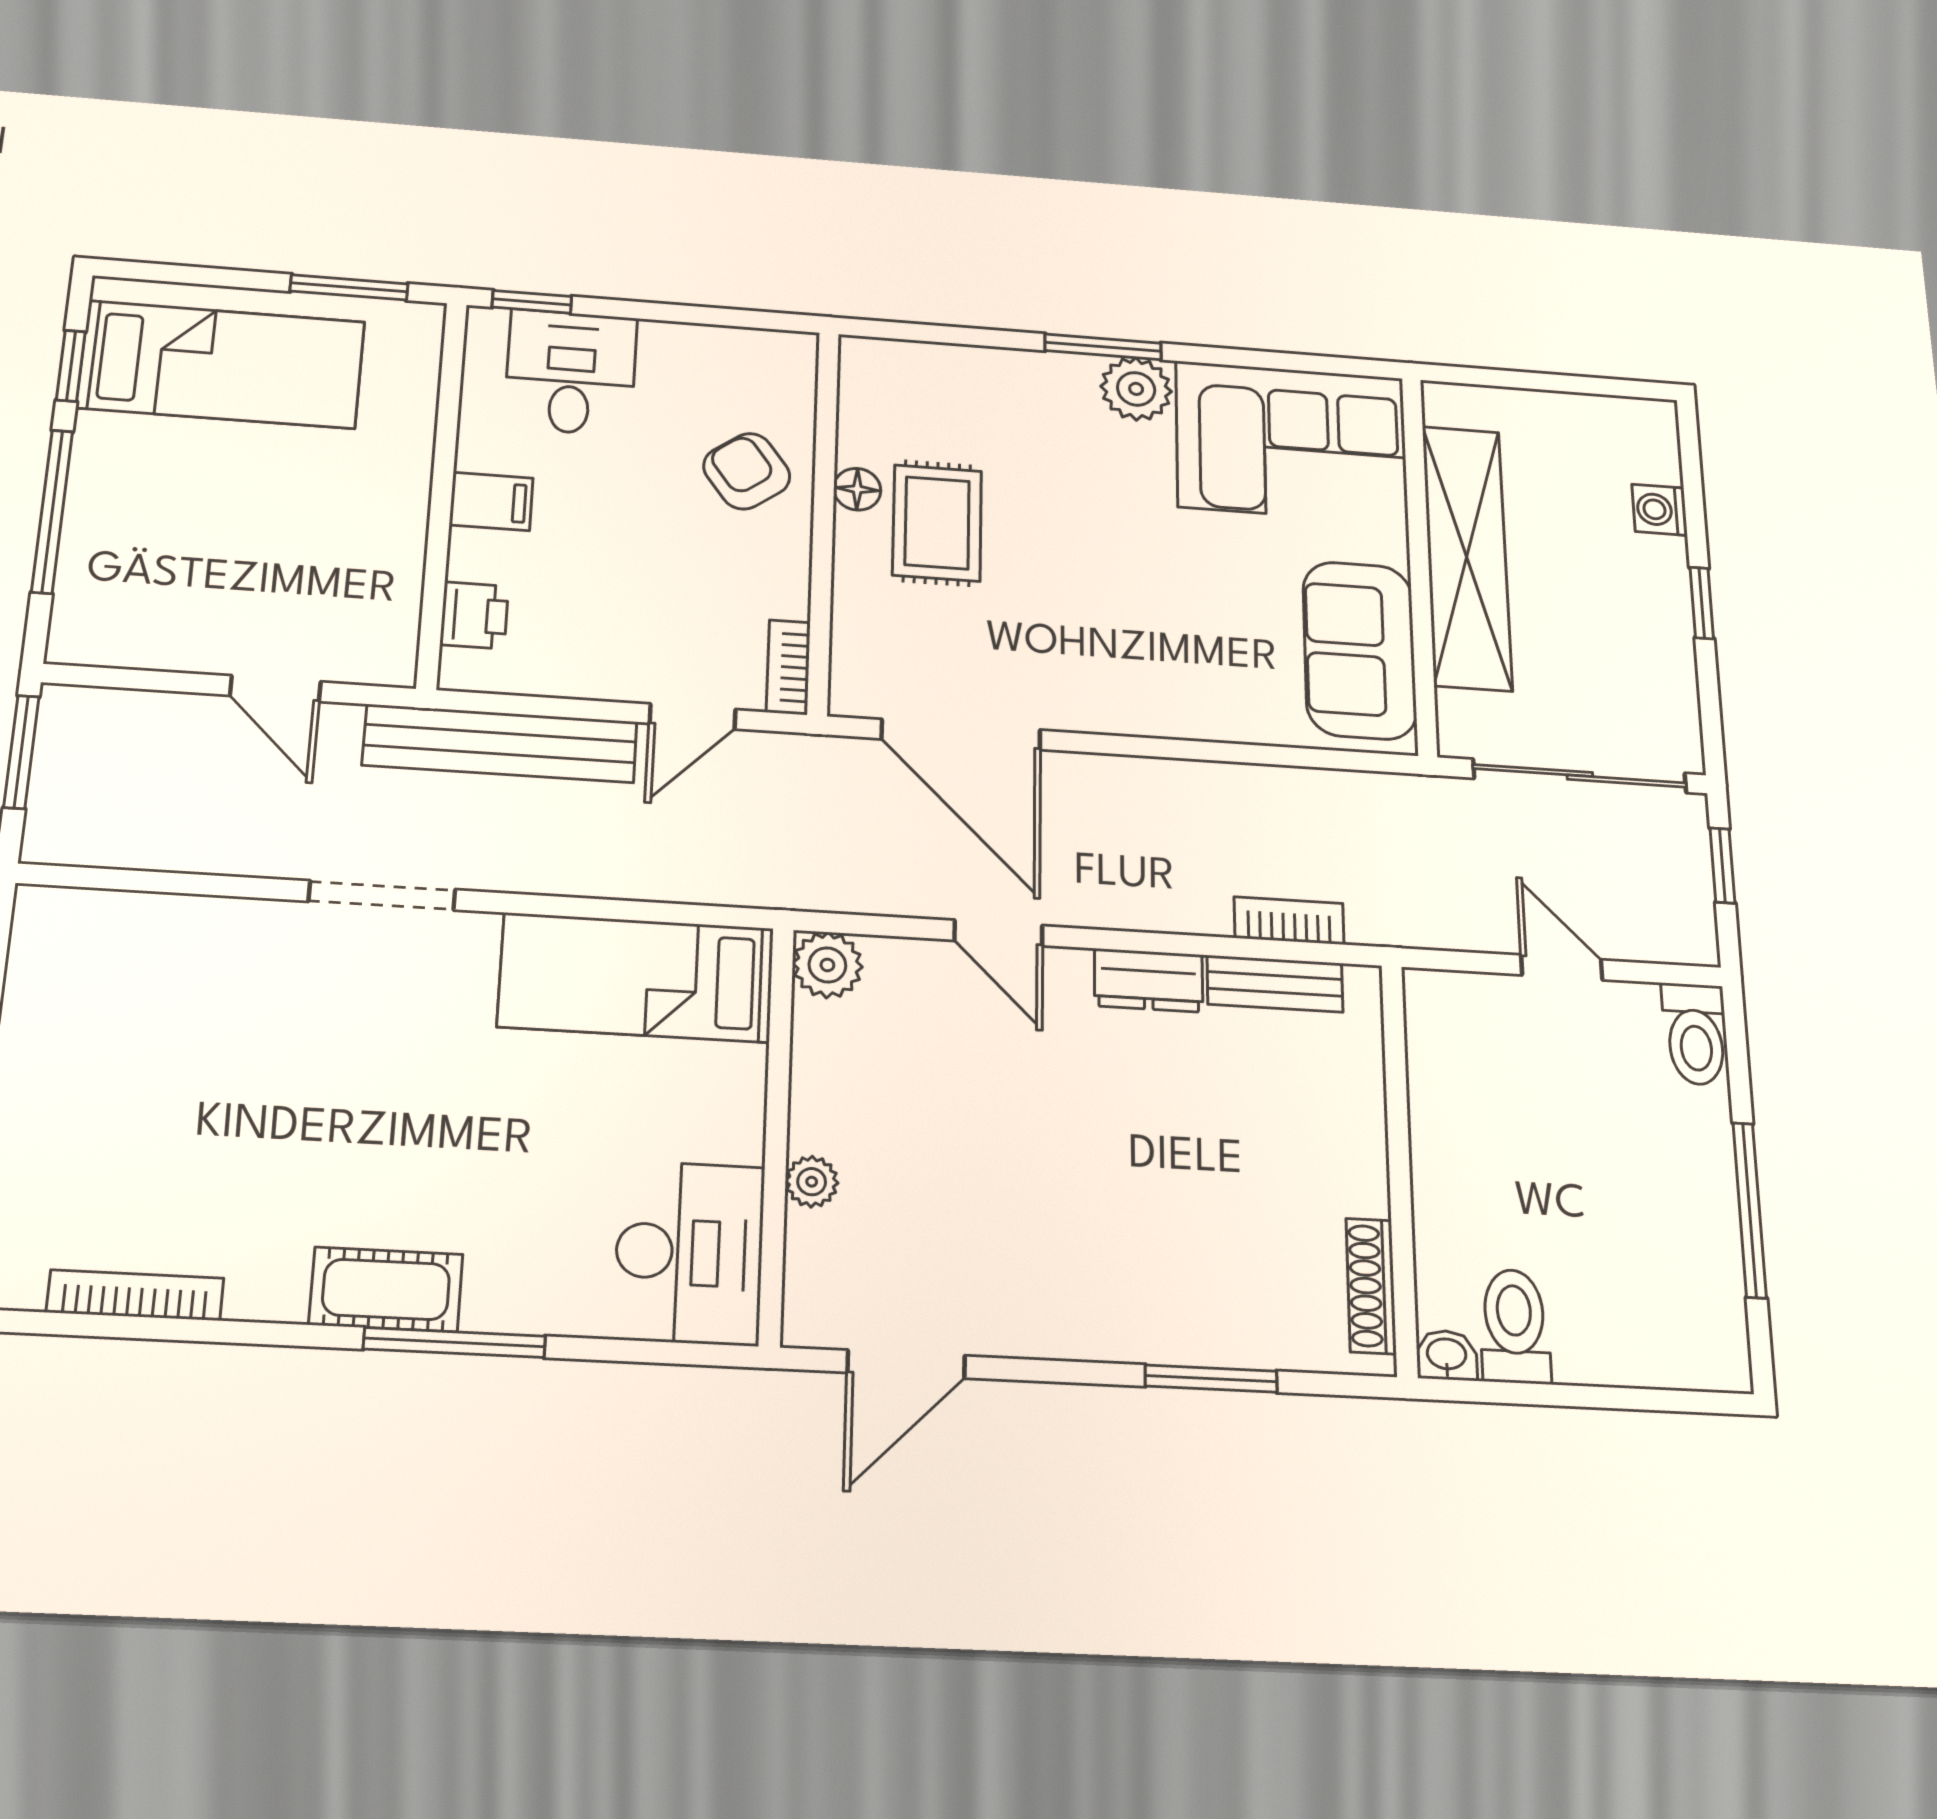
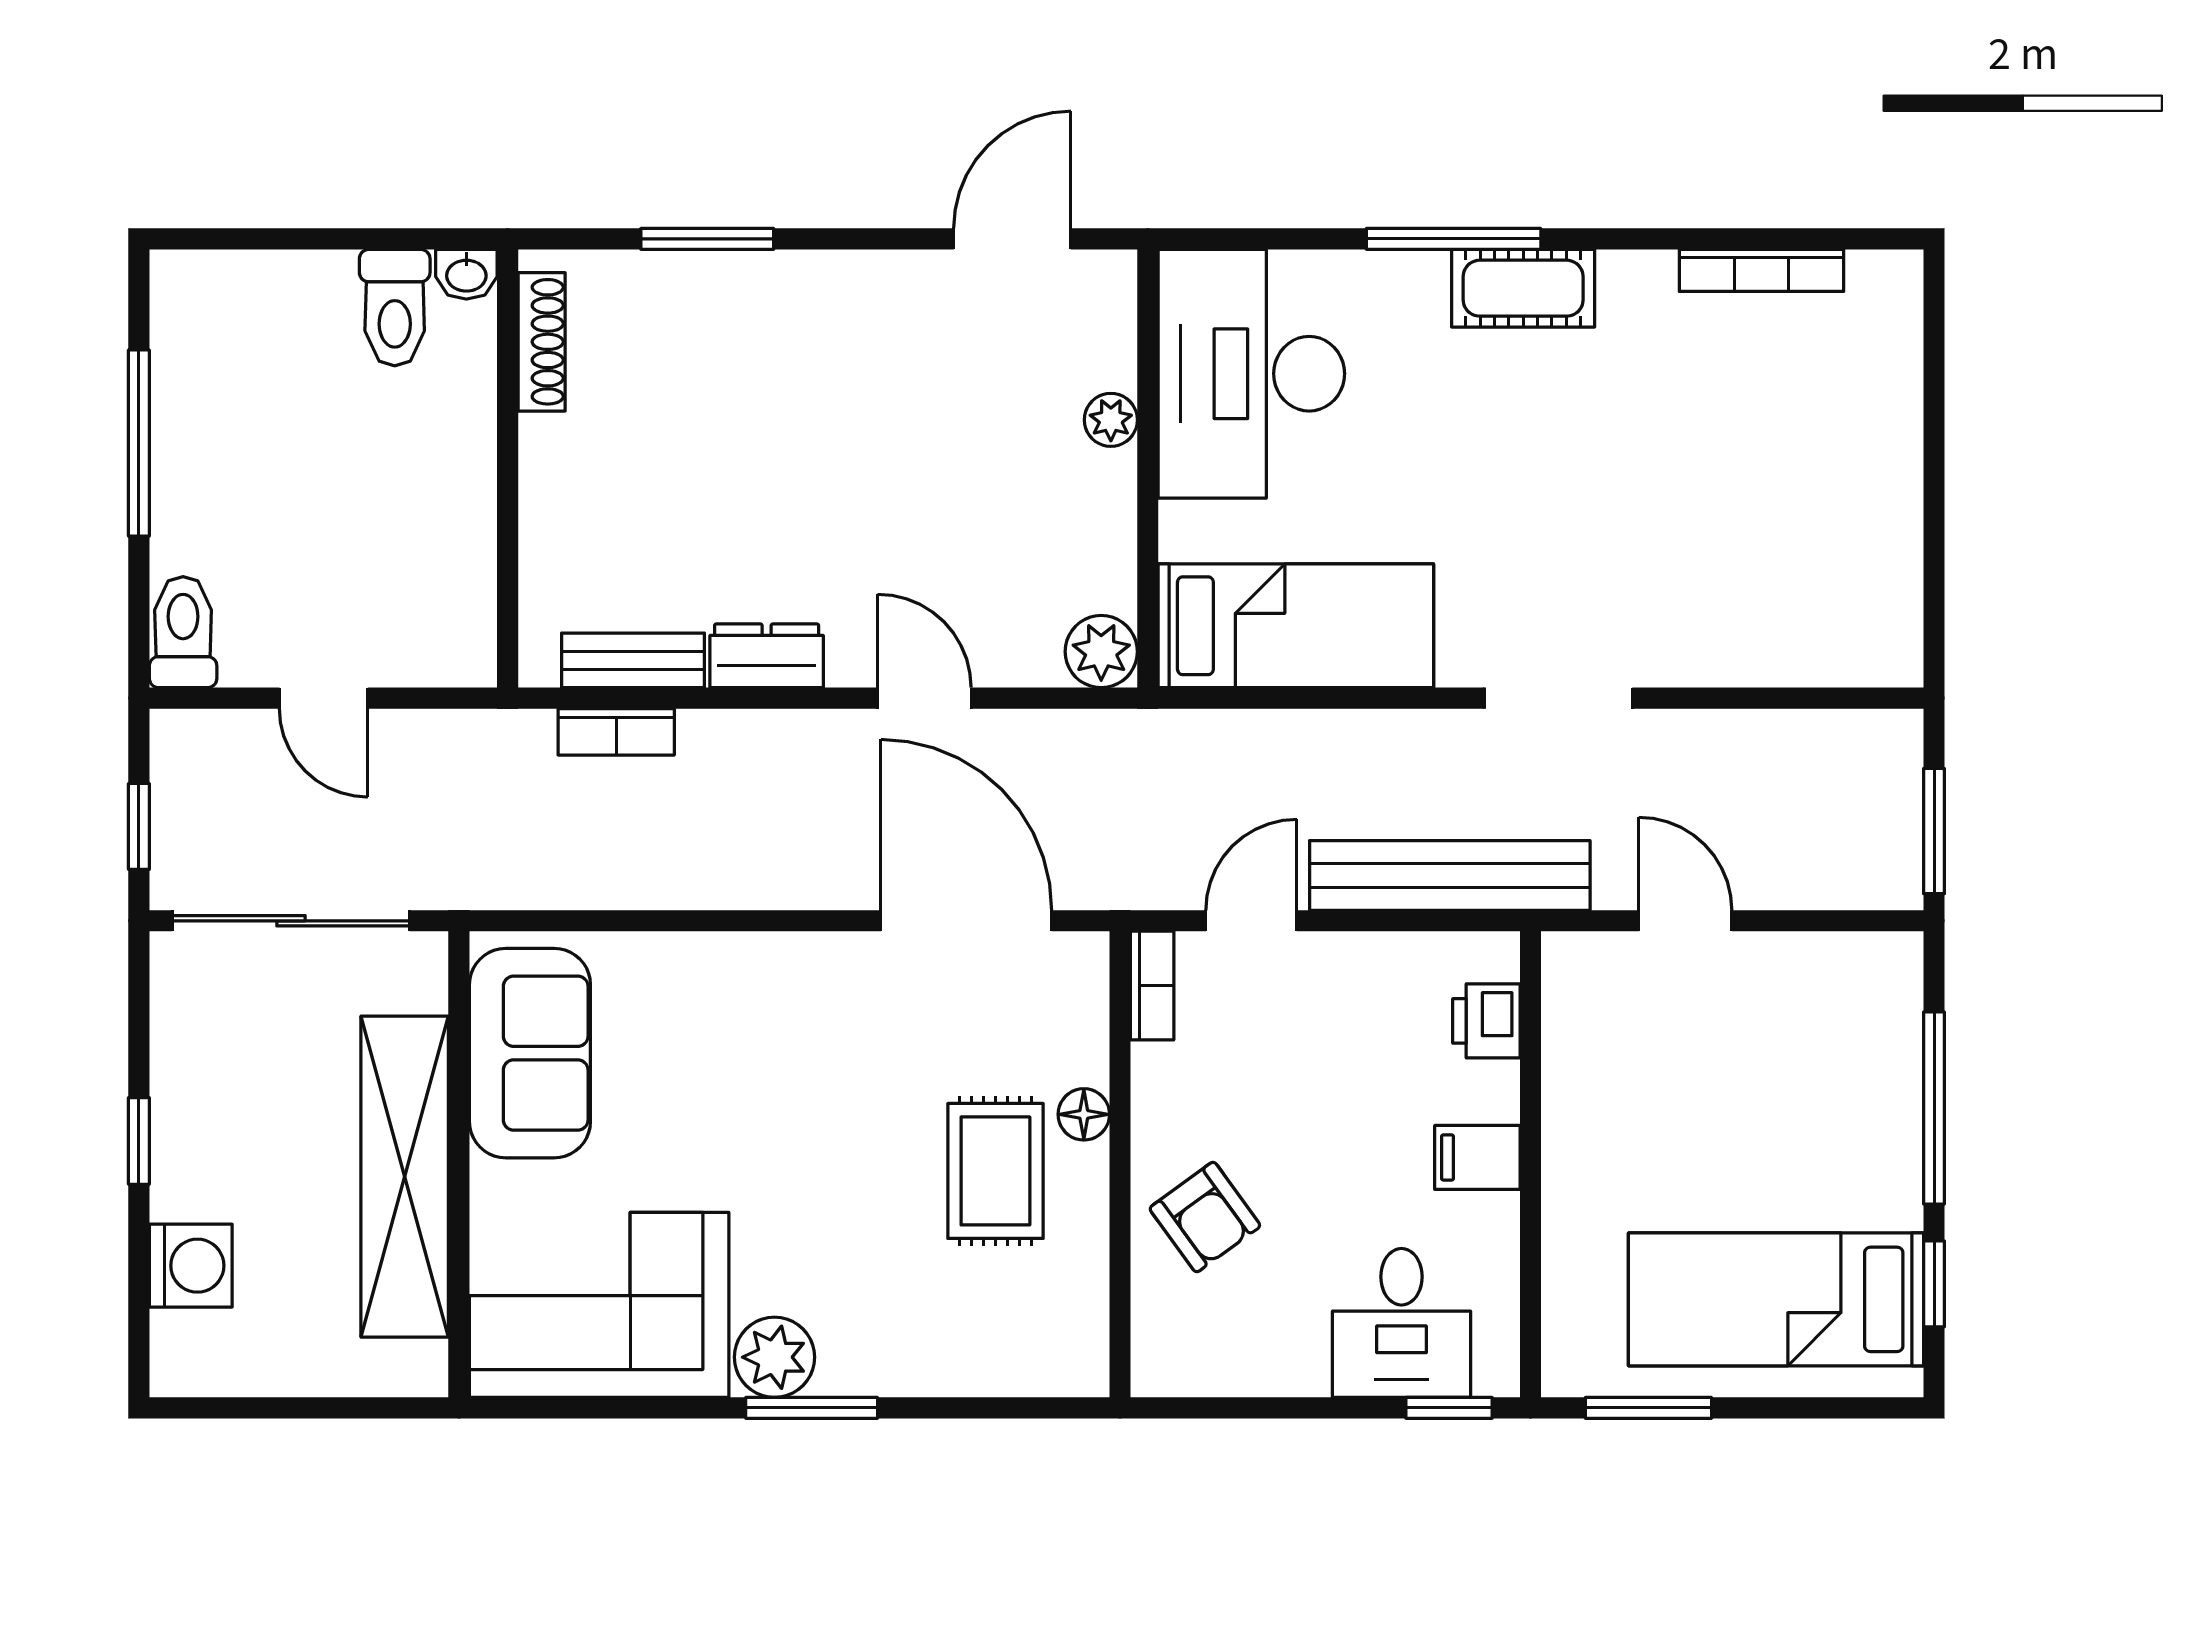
floor lamp: (857, 489) -> (1084, 1114), moved
washing machine: (1660, 510) -> (191, 1266), width x1.38, depth x1.38
desk: (689, 1253) -> (1251, 374), width x1.36, depth x1.30

